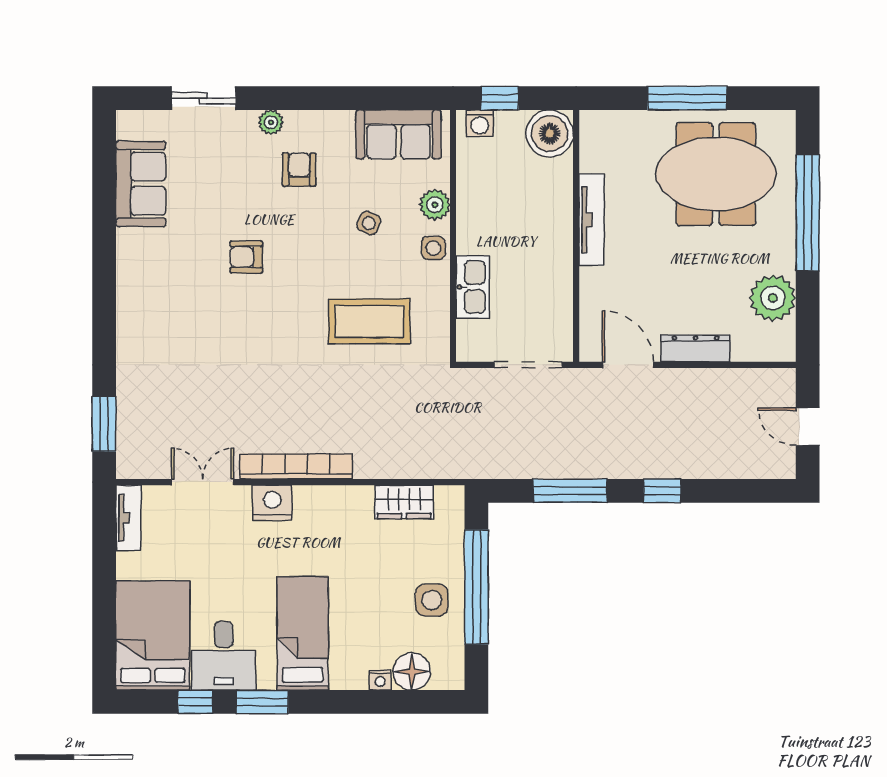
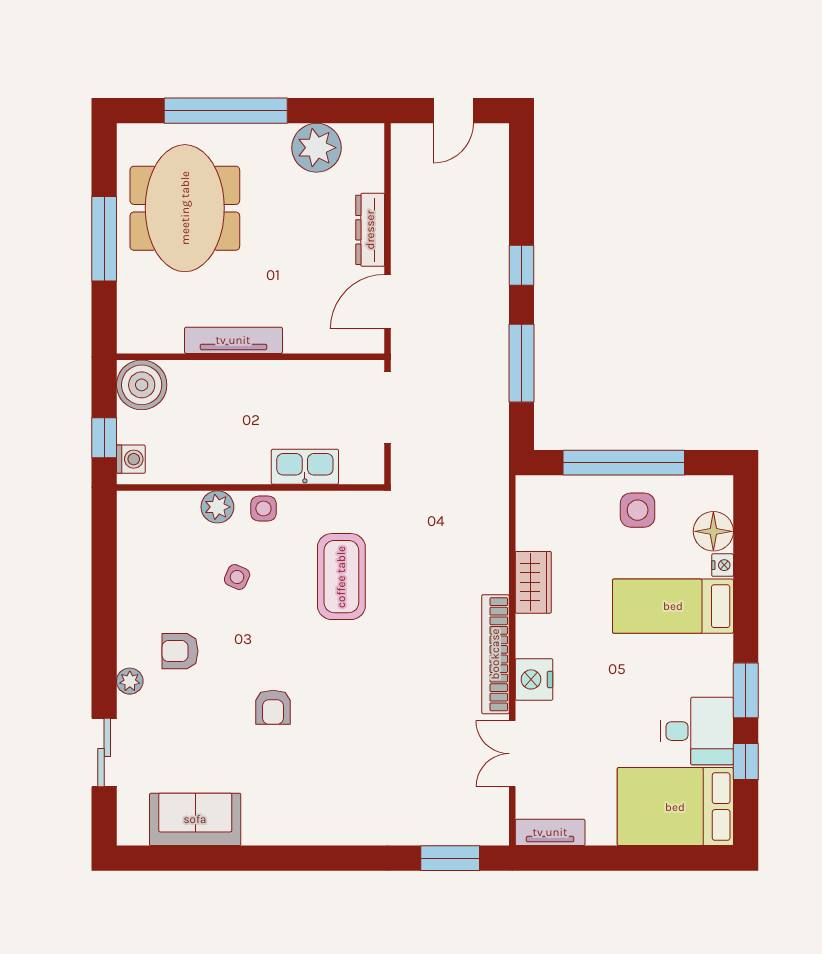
sofa: (398, 134) -> (143, 545), removed
wardrobe: (404, 502) -> (533, 582), moved
bed: (303, 633) -> (673, 606), moved

